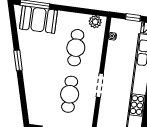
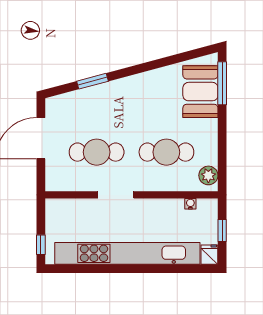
window: (18, 60) -> (92, 81), moved

